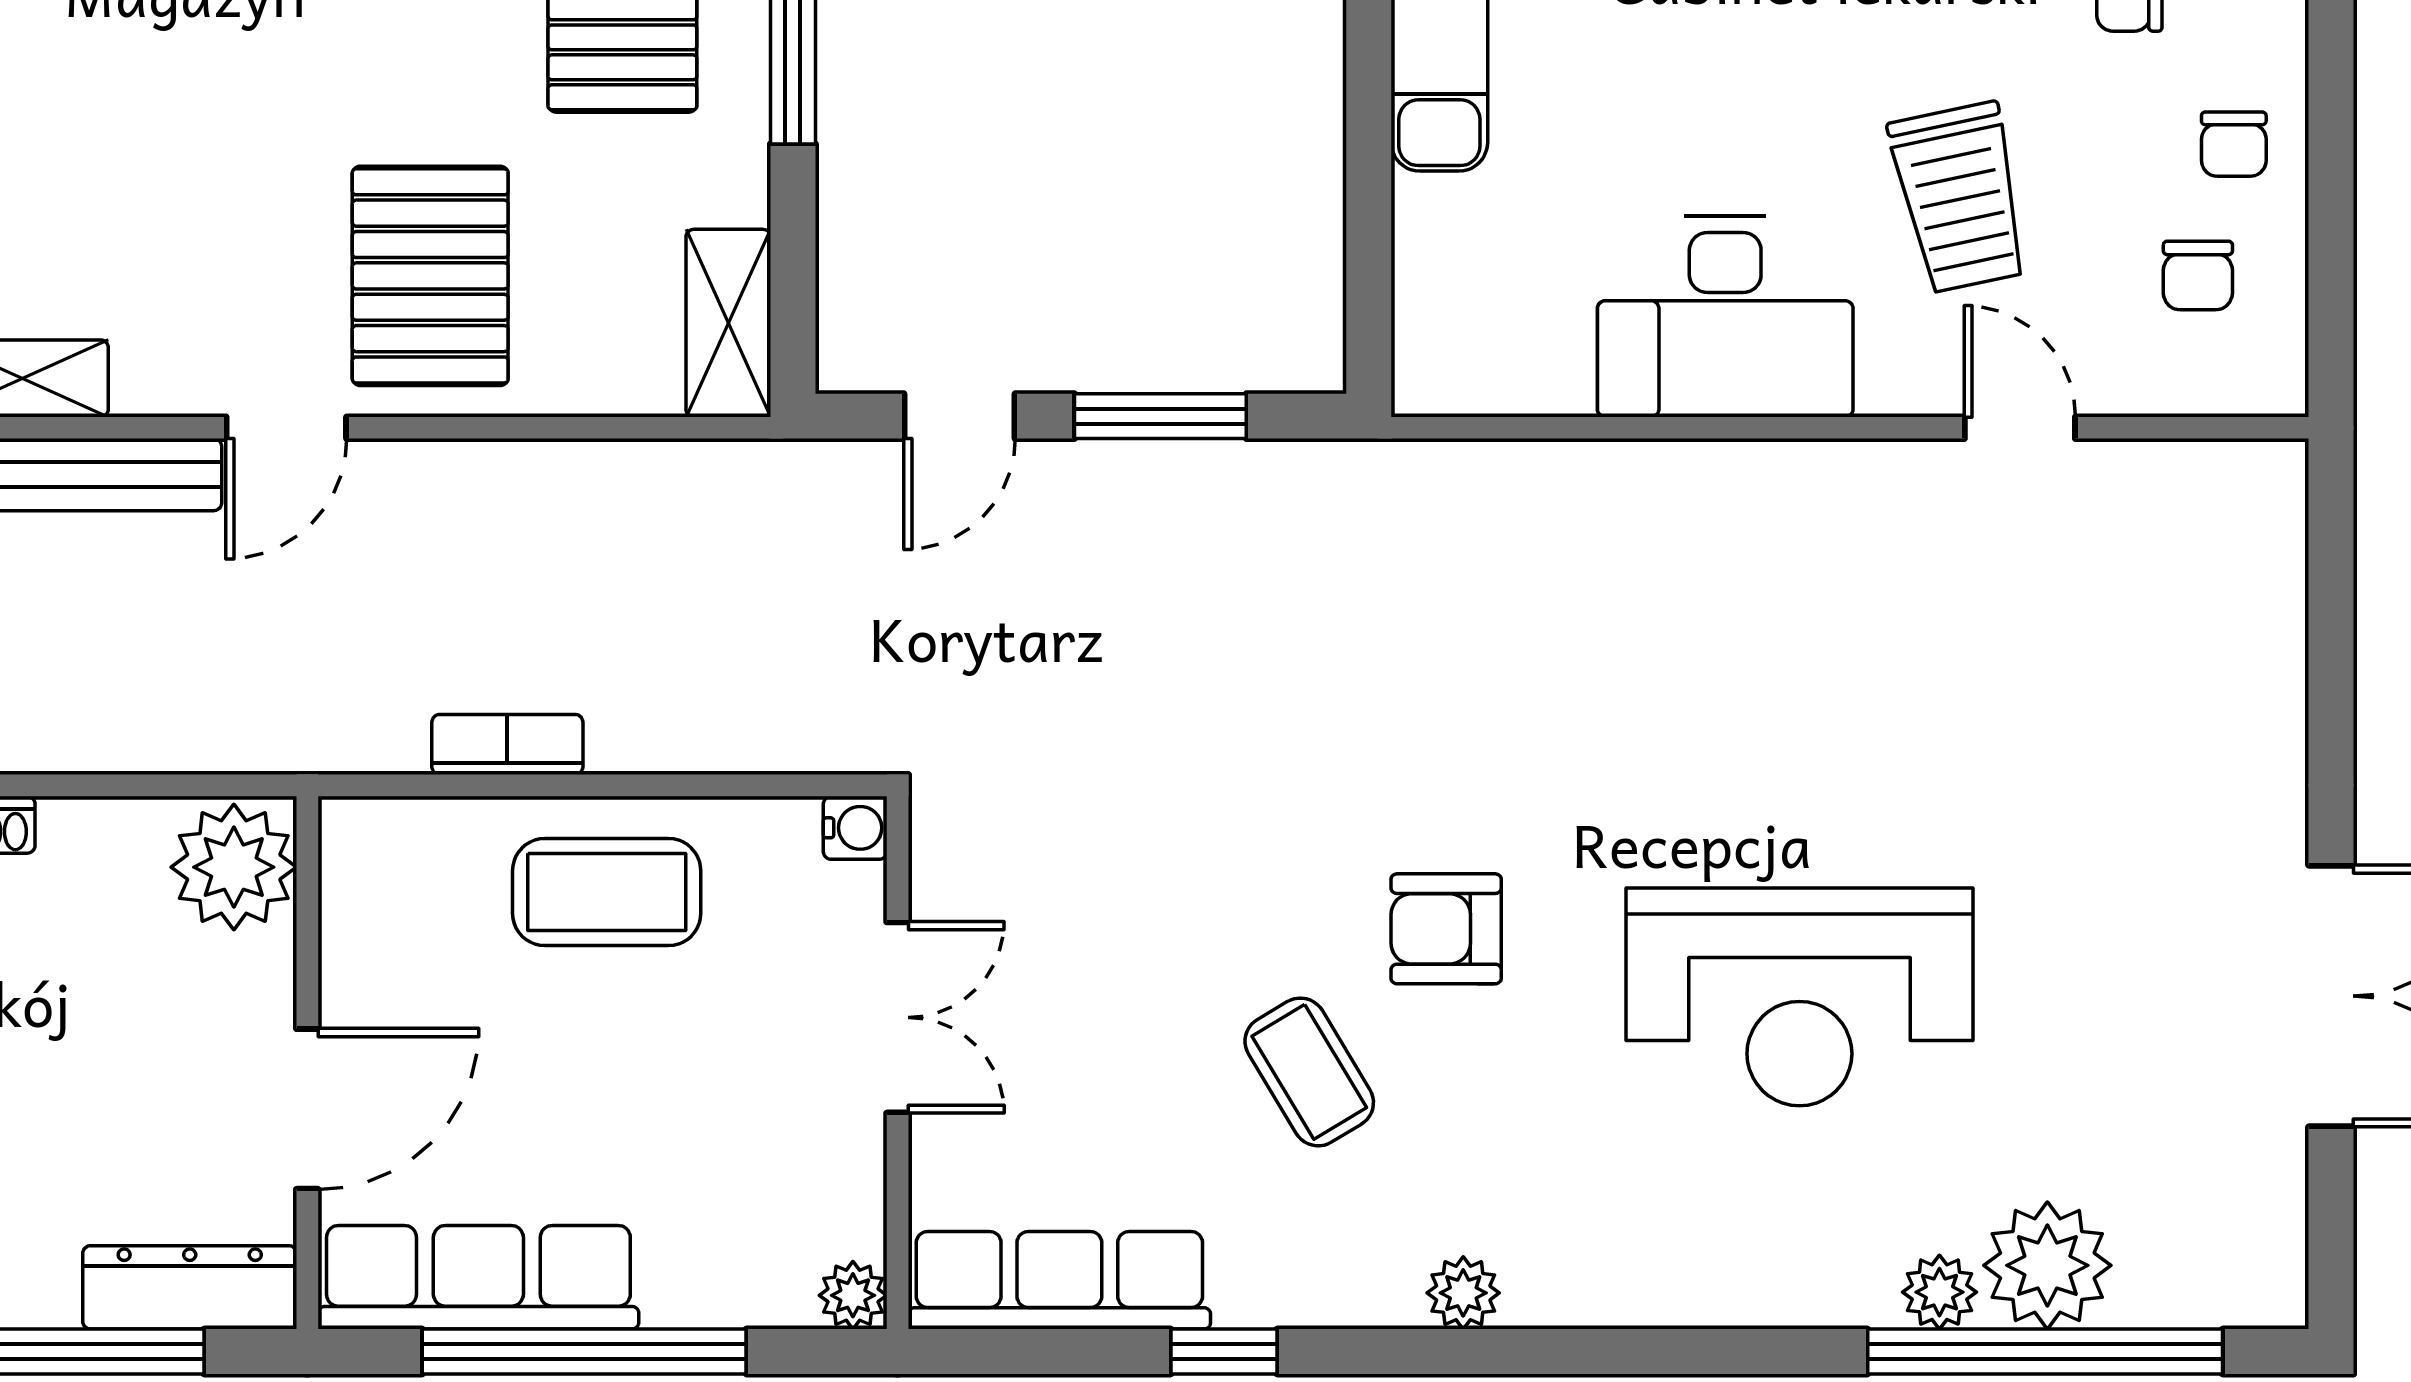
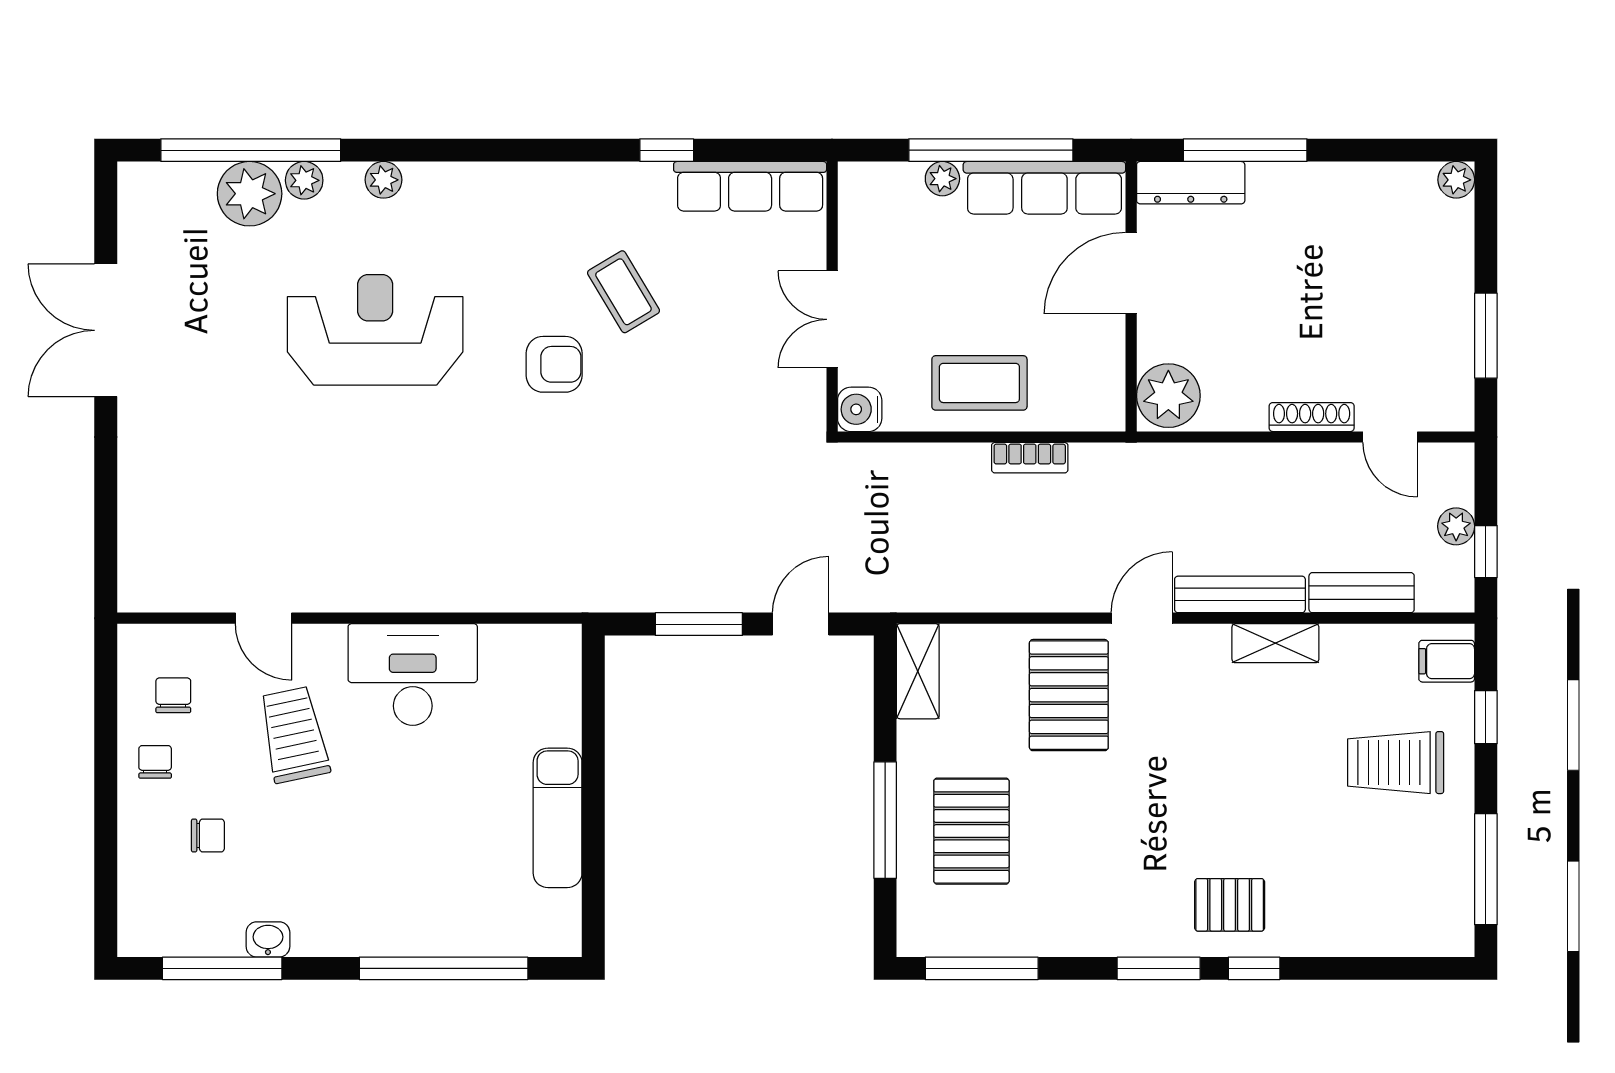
water cooler: (855, 828) -> (860, 409), width x1.38, depth x1.38
plant: (1463, 1293) -> (383, 180), moved
plant: (853, 1295) -> (942, 179), moved

